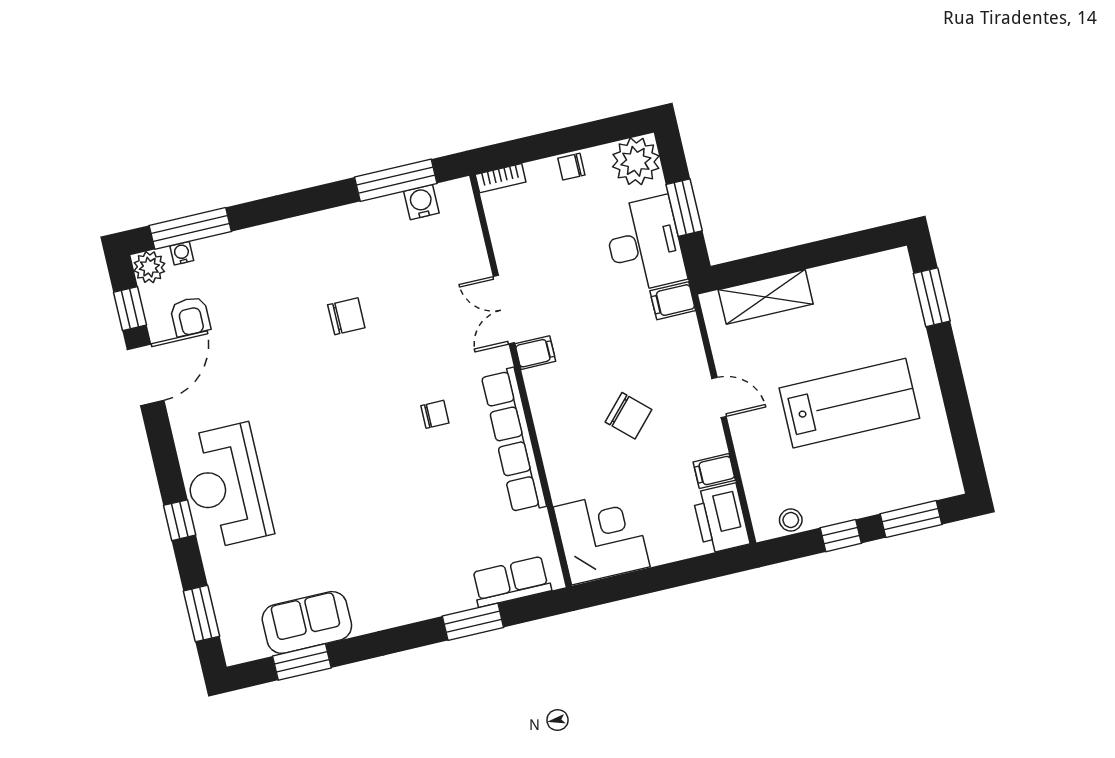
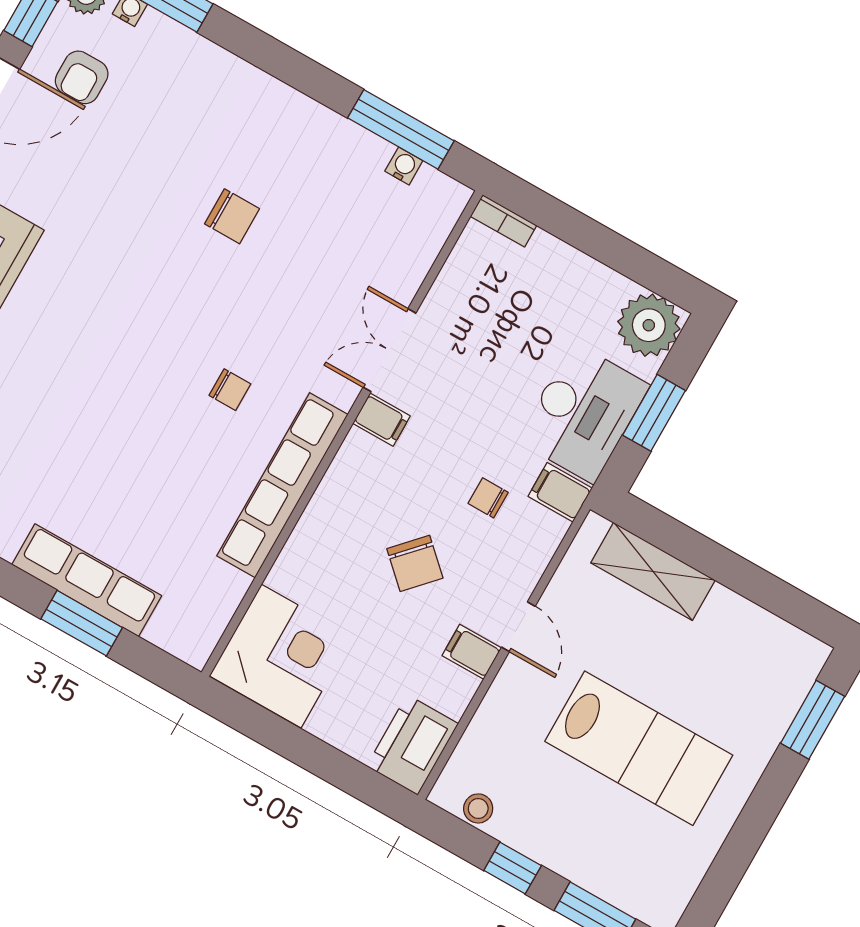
chair: (571, 167) -> (488, 498), moved
water cooler: (421, 202) -> (404, 166), width x0.72, depth x0.72
filing cabinet: (714, 471) -> (472, 652), moved
row of seats: (511, 582) -> (87, 580), moved, width x1.48

